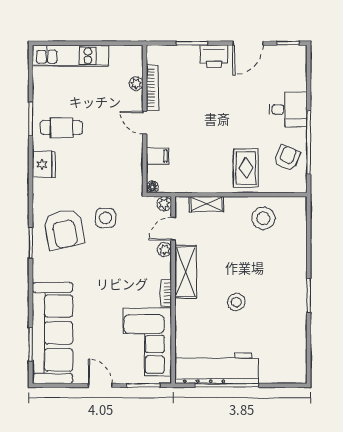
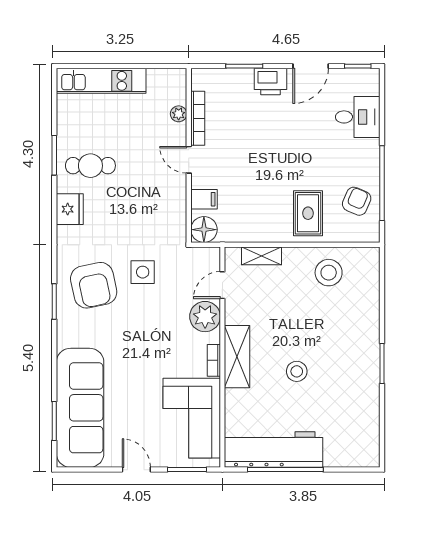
desk: (288, 109) -> (358, 117), moved
floor lamp: (152, 187) -> (204, 230), width x1.89, depth x1.89
plant: (164, 204) -> (212, 255), removed
plant: (165, 250) -> (205, 317), width x1.88, depth x1.88
shelving: (186, 272) -> (237, 357), moved

